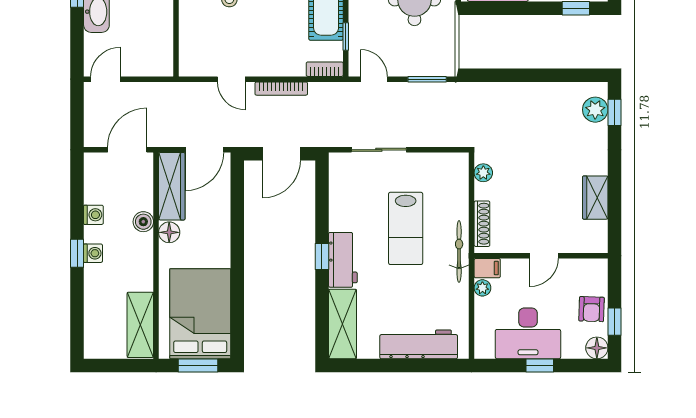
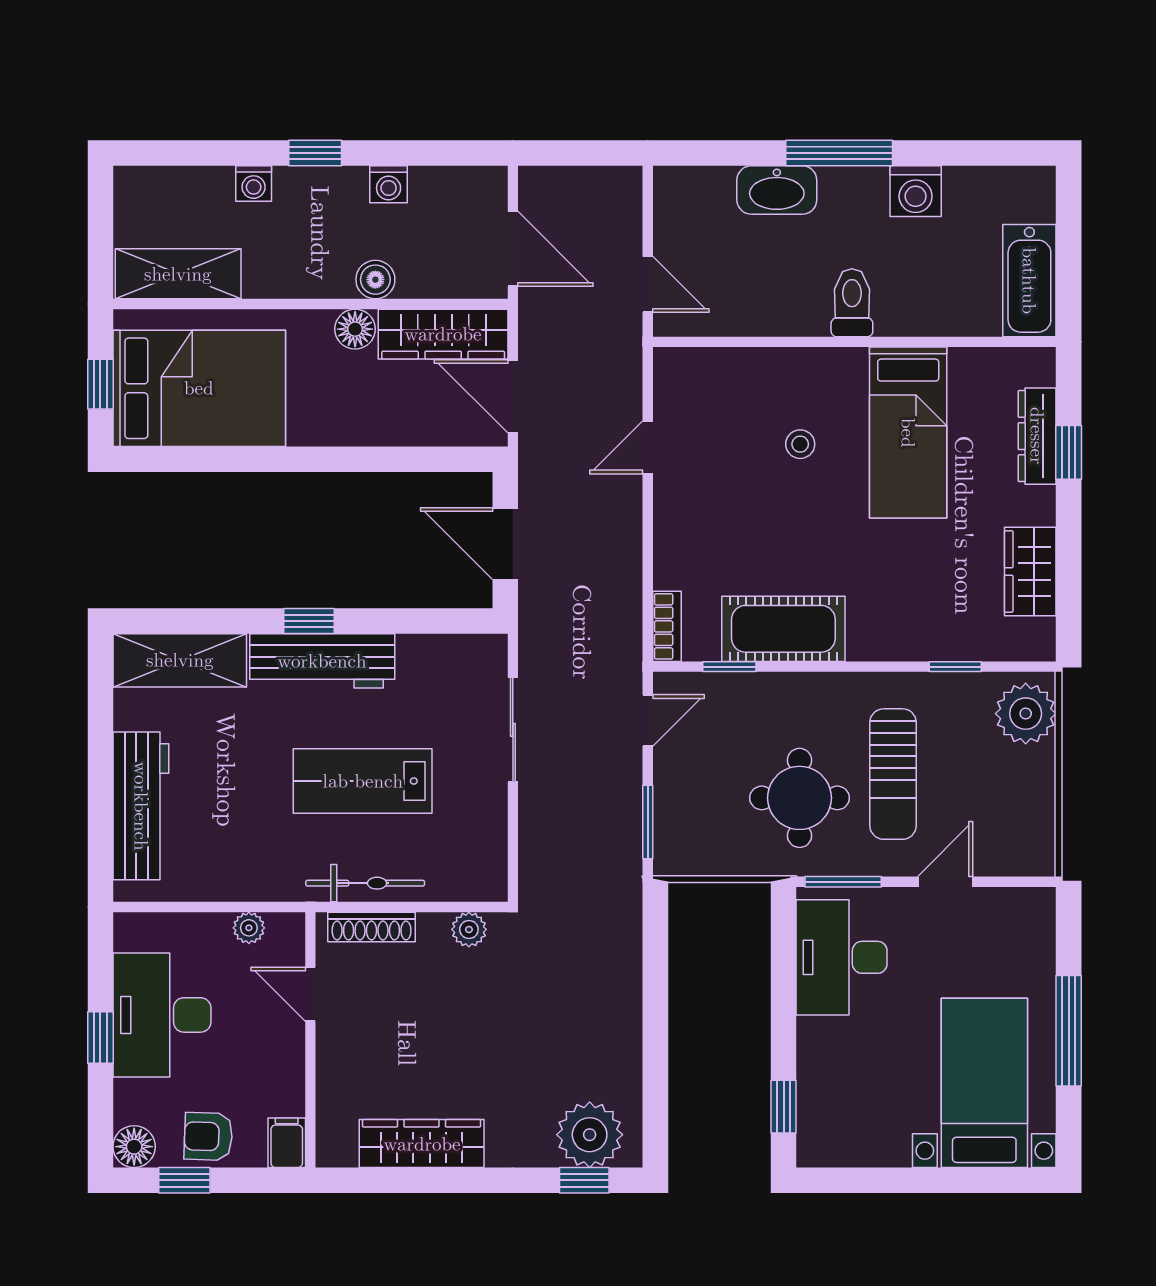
door: (105, 79) -> (648, 284), moved
bookcase: (281, 89) -> (630, 543), removed
plant: (595, 110) -> (590, 1135), width x1.36, depth x1.36
wardrobe: (595, 198) -> (422, 1144), width x1.50
bicycle: (459, 251) -> (365, 883), moved
washing machine: (93, 253) -> (254, 183), moved
door: (544, 256) -> (310, 994), moved
workbench: (343, 260) -> (322, 661), width x1.38
filing cabinet: (487, 268) -> (287, 1143), moved, turned 180
window: (198, 366) -> (100, 384), width x0.67

